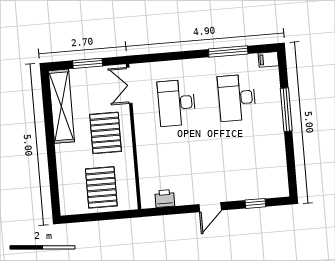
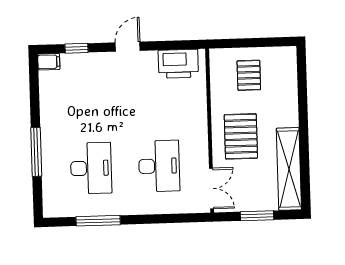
filing cabinet: (268, 59) -> (49, 62), moved
pallet: (101, 187) -> (249, 75), width x0.67, depth x0.71
printer: (165, 198) -> (178, 64), width x1.87, depth x1.48

